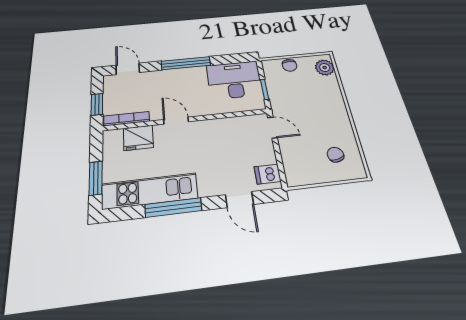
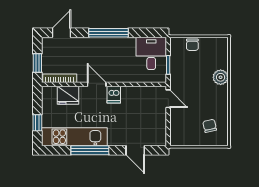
plant: (325, 67) -> (221, 77), moved
door: (128, 69) -> (61, 33), hinge flipped
desk: (234, 80) -> (151, 53), width x0.73
dishwasher: (268, 174) -> (114, 95), moved, turned -90
window: (96, 178) -> (37, 123), width x0.67

